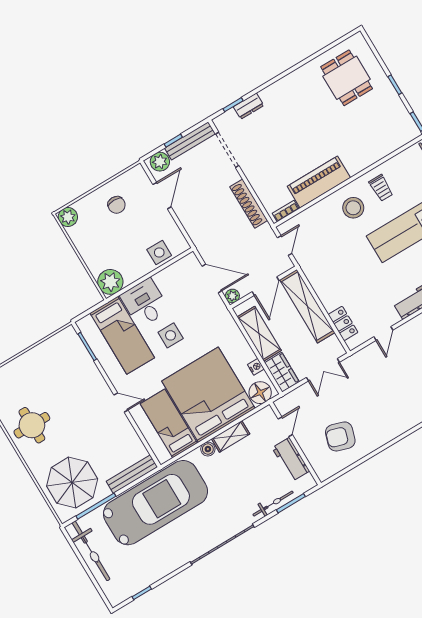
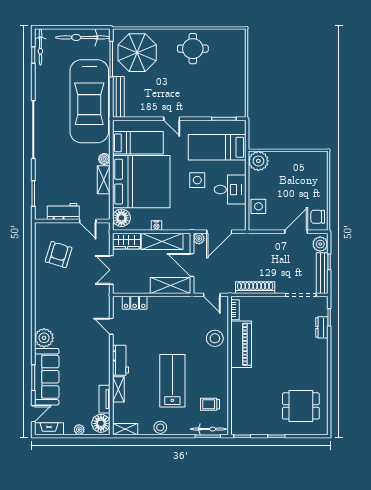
trolley: (381, 188) -> (210, 404), moved
door: (162, 196) -> (296, 232), swing flipped
chair: (117, 205) -> (318, 217), moved
stool: (353, 208) -> (215, 338), moved
plant: (68, 217) -> (320, 159), removed
desk: (145, 303) -> (230, 190), moved
shelving: (307, 306) -> (171, 286), width x0.68
nightstand: (256, 367) -> (156, 226), moved
door: (121, 403) -> (172, 119), hinge flipped
bicycle: (273, 504) -> (40, 47), moved

